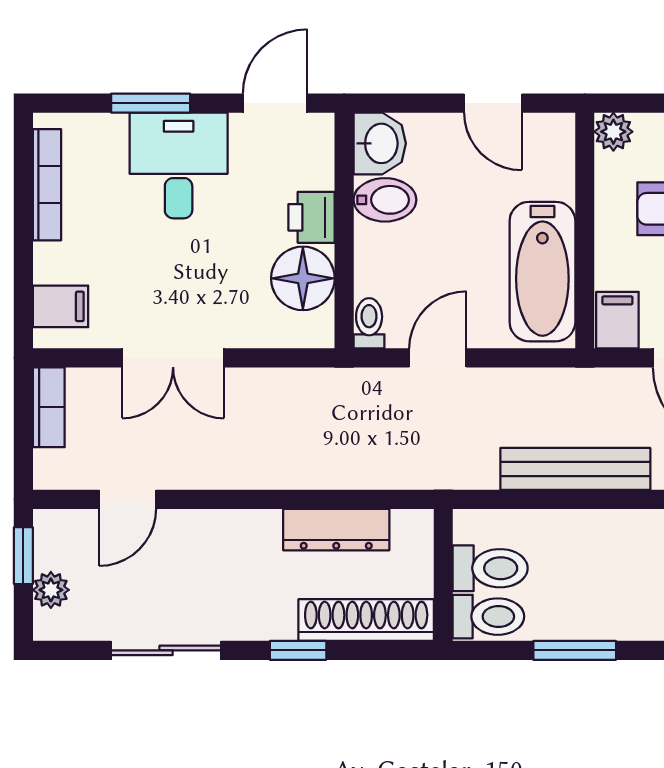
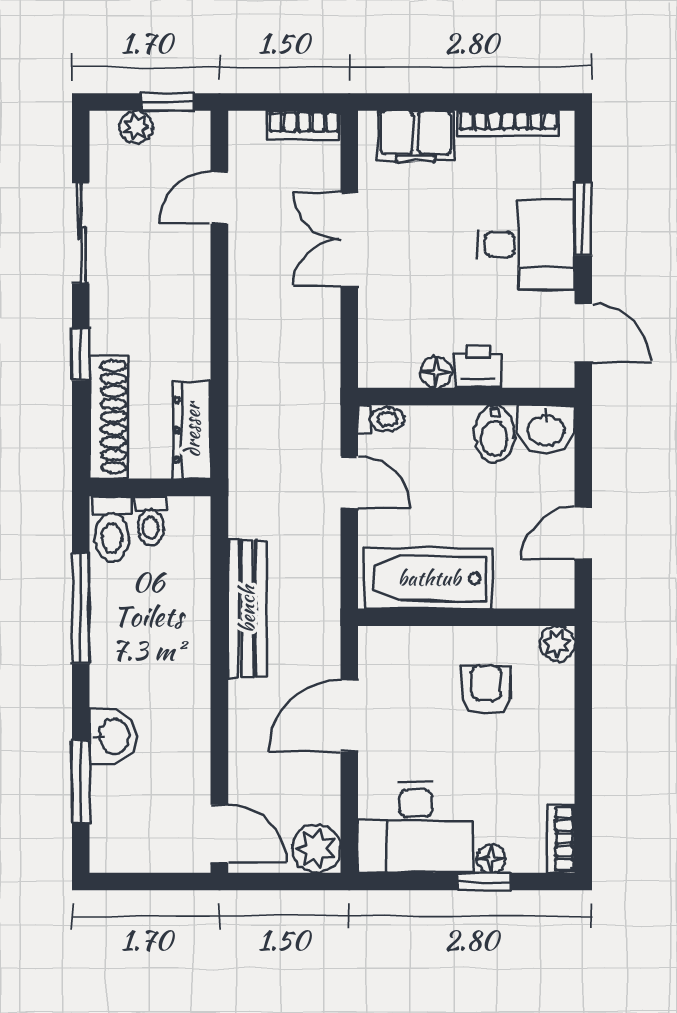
floor lamp: (303, 278) -> (436, 372), width x0.53, depth x0.53
filing cabinet: (60, 306) -> (416, 136), width x2.00
filing cabinet: (617, 320) -> (384, 647), removed
door: (128, 499) -> (219, 198), hinge flipped
dresser: (336, 530) -> (192, 430), moved
toilet: (490, 568) -> (151, 521), width x0.73, depth x0.72
window: (575, 650) -> (81, 608), width x1.44

